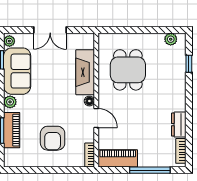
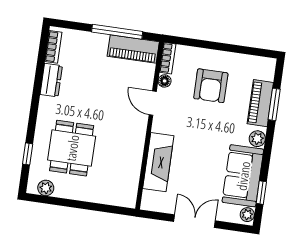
dining table: (128, 70) -> (72, 148), moved
floor lamp: (89, 101) -> (165, 81), moved
armchair: (53, 138) -> (211, 86), turned 180
window: (150, 170) -> (117, 32), moved

